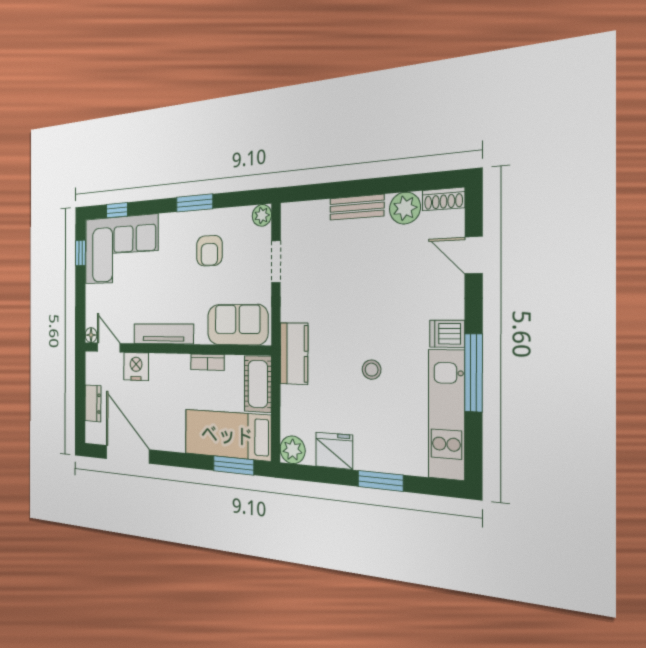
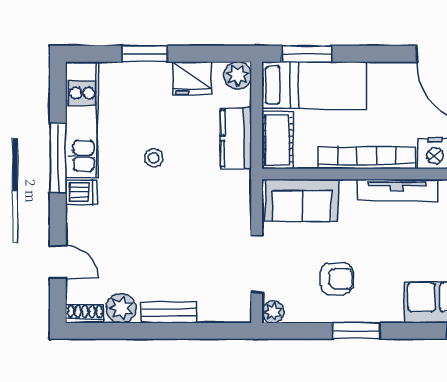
armchair: (209, 251) -> (337, 279), turned 90
doorway: (276, 262) -> (257, 264), width x1.38
kitchen counter: (294, 354) -> (236, 138), moved
bookcase: (207, 362) -> (367, 158), width x2.31, depth x1.31

